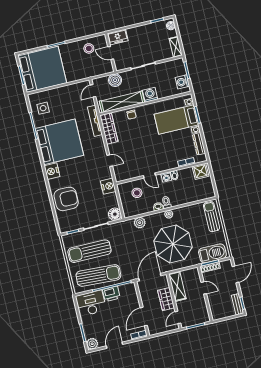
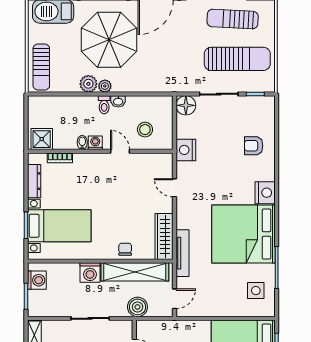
armchair: (66, 199) -> (254, 146), width x0.53, depth x0.53
plant: (140, 223) -> (88, 84), moved
sun lounger: (98, 275) -> (233, 19), width x0.73, depth x0.75

